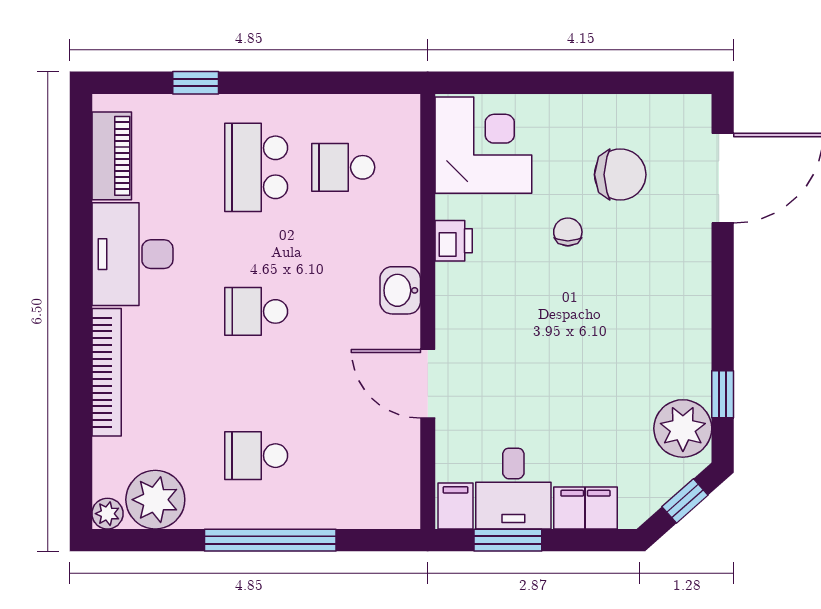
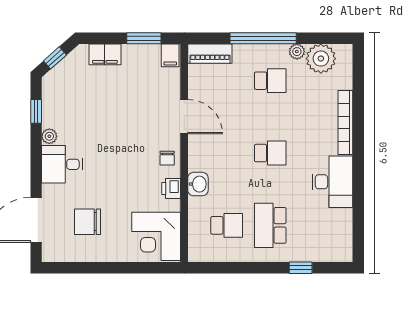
piano: (112, 156) -> (210, 54), moved, turned -90
school desk: (256, 167) -> (270, 225), turned 180
chair: (568, 232) -> (167, 158), moved
washbasin: (400, 290) -> (198, 184), moved
plant: (683, 428) -> (49, 136), moved, width x0.53, depth x0.53
desk: (513, 489) -> (62, 164), moved, turned -90
plant: (107, 514) -> (297, 52), moved

